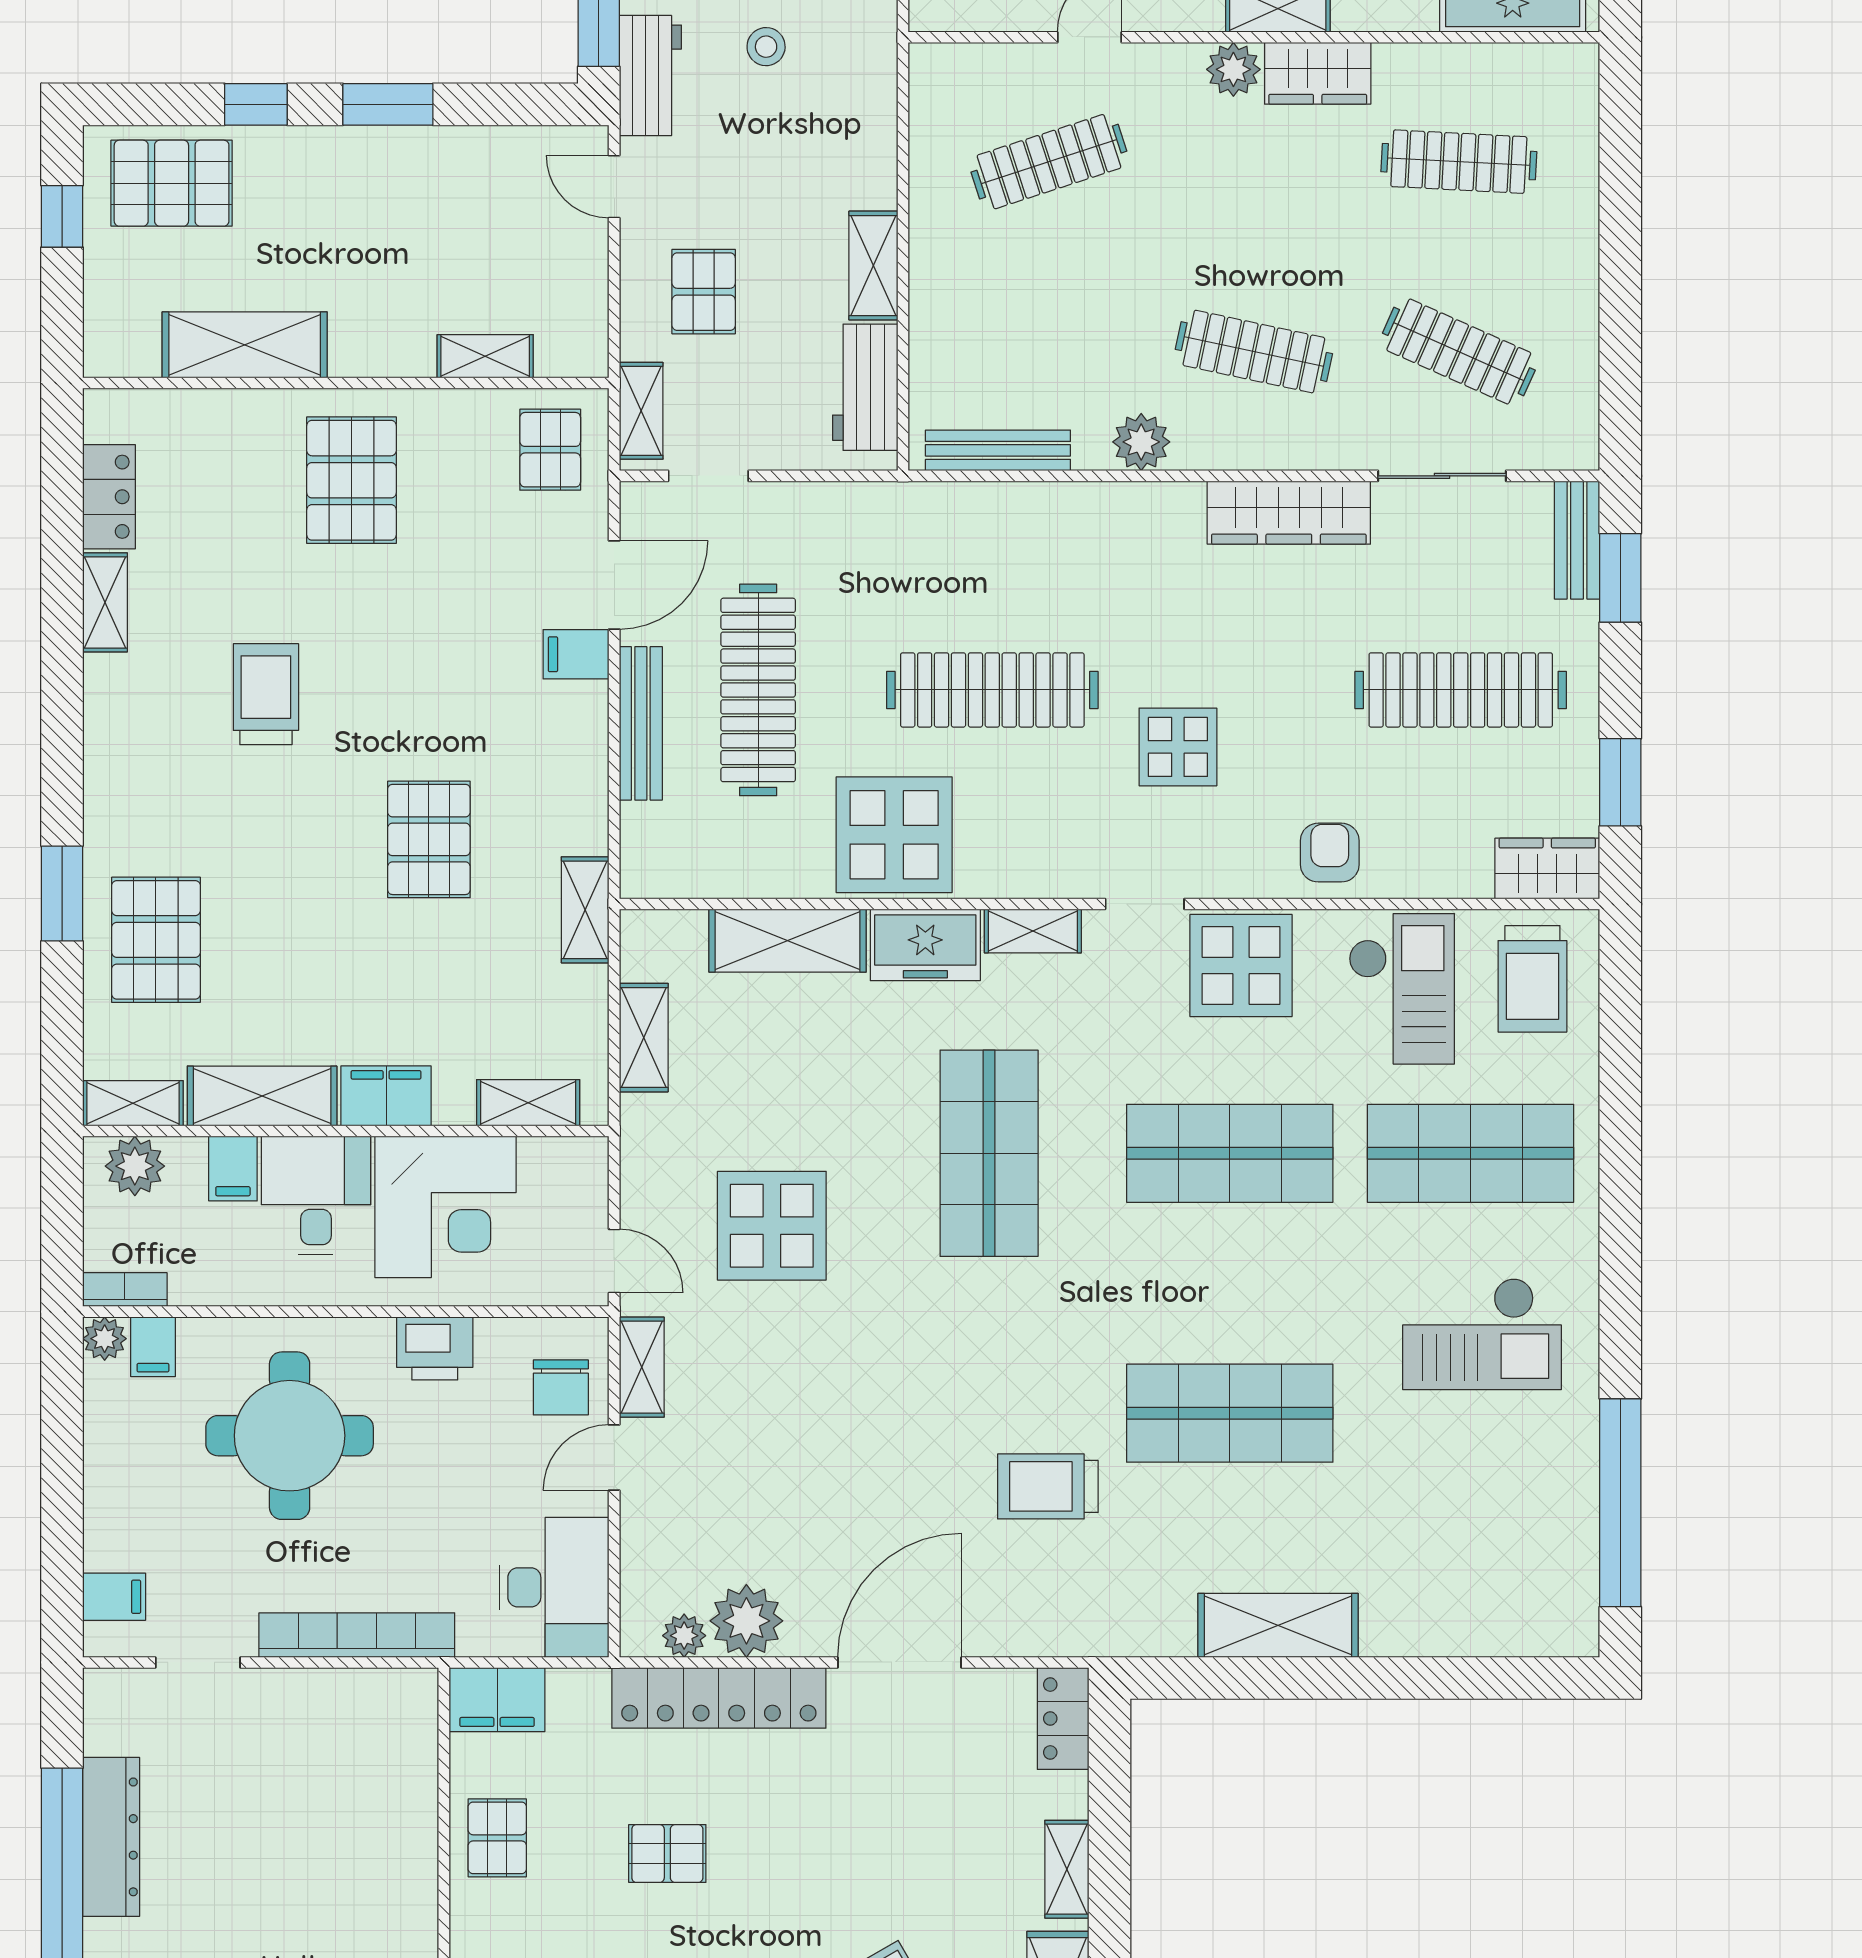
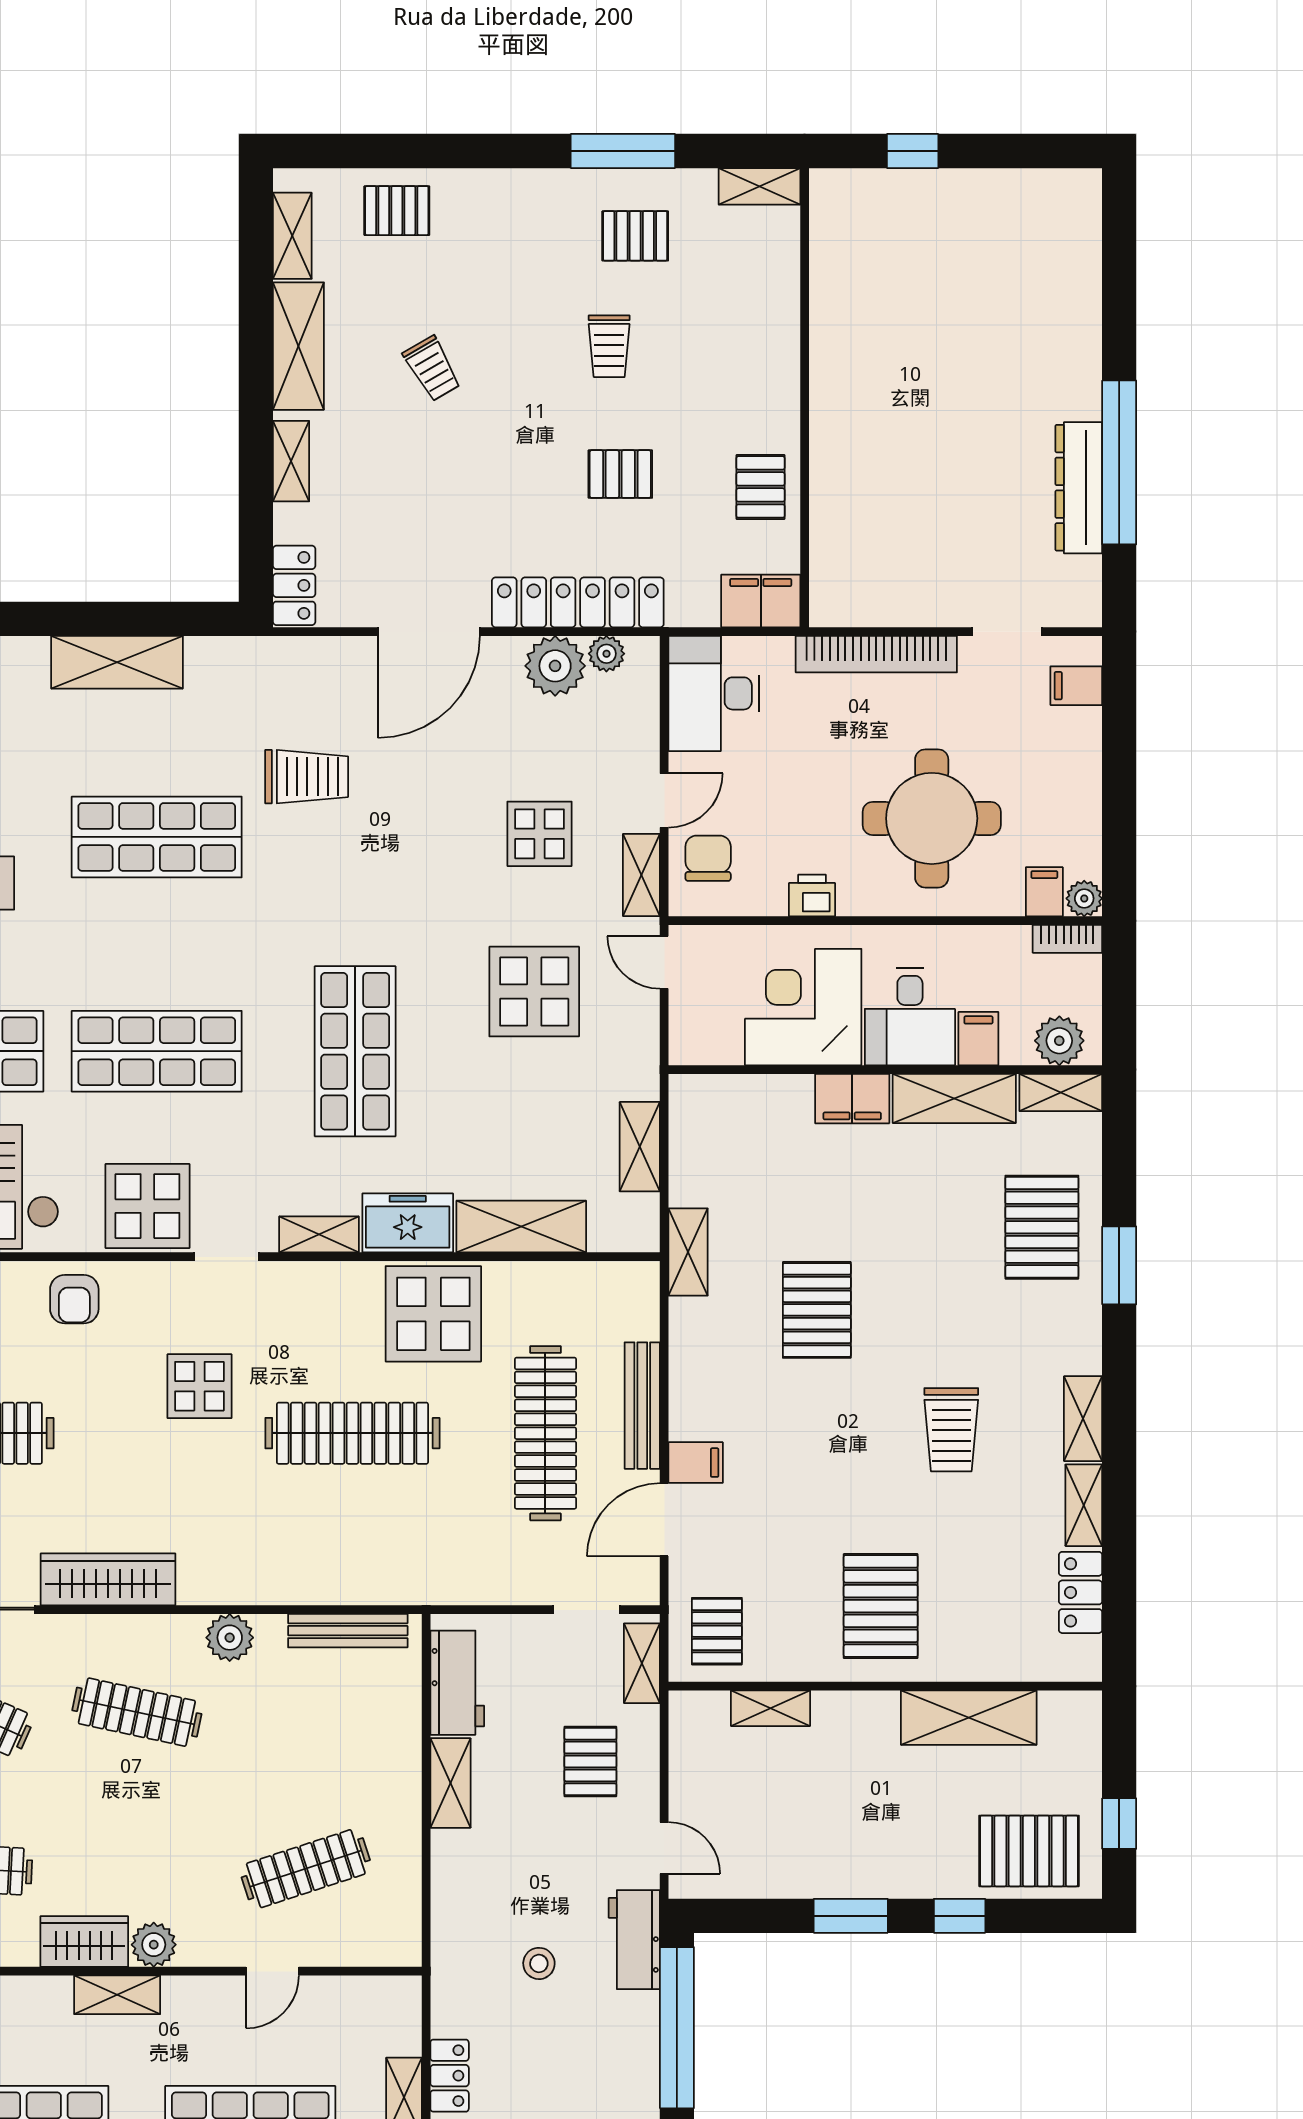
shelving: (528, 1103) -> (1083, 1419), moved, turned 90
printer: (435, 1348) -> (812, 896), width x0.73, depth x0.81
display table: (765, 1417) -> (540, 834), added

